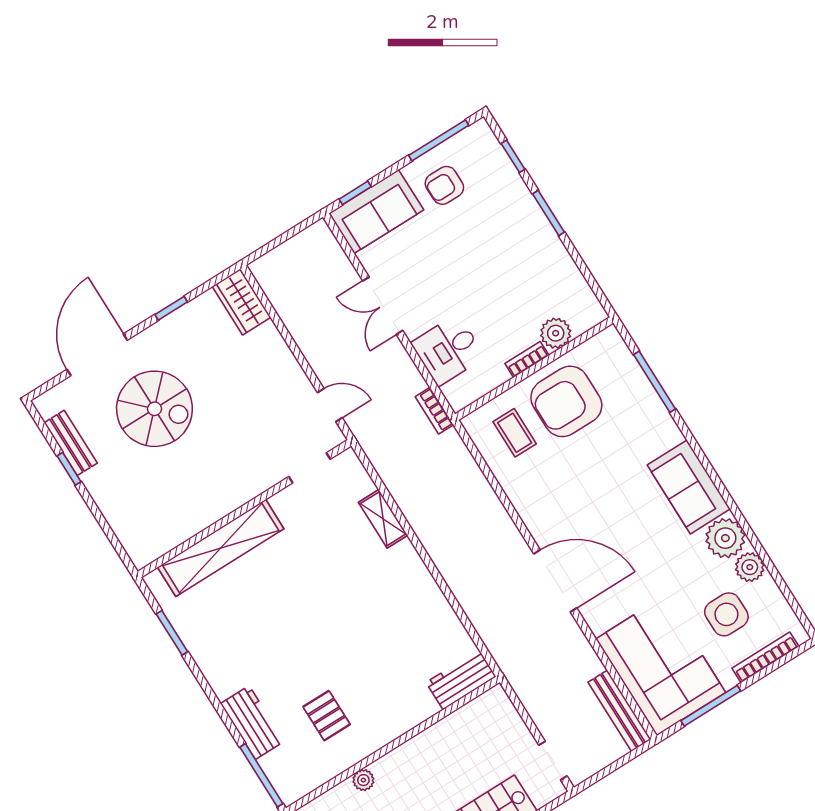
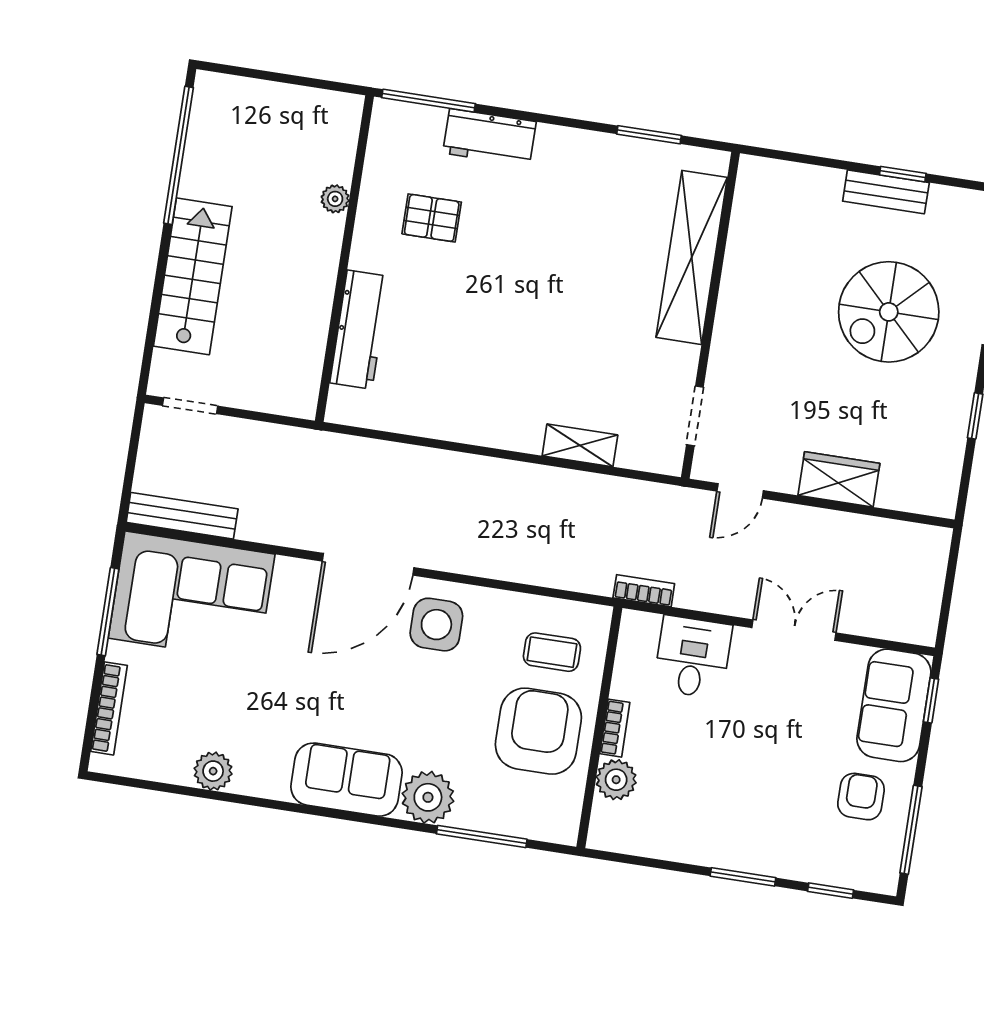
wardrobe: (242, 302) -> (839, 479), moved
bench: (71, 443) -> (886, 192), moved
plant: (725, 538) -> (428, 797), moved
side table: (726, 614) -> (436, 625), moved
workbench: (461, 679) -> (360, 330), moved, width x1.37

